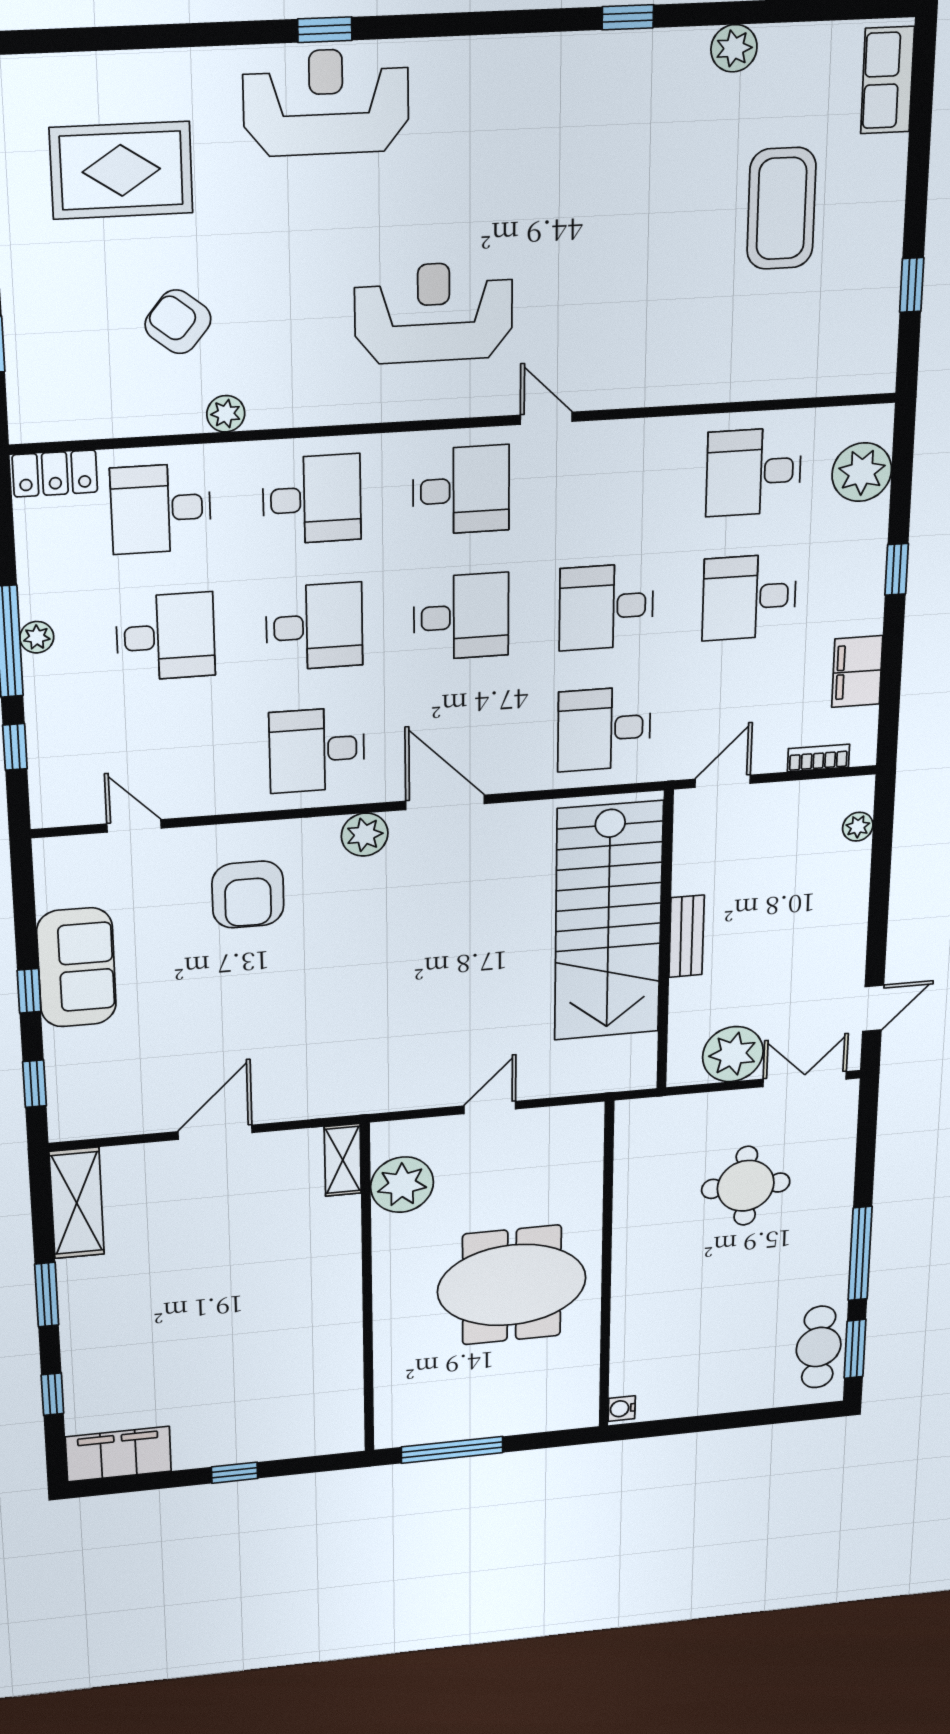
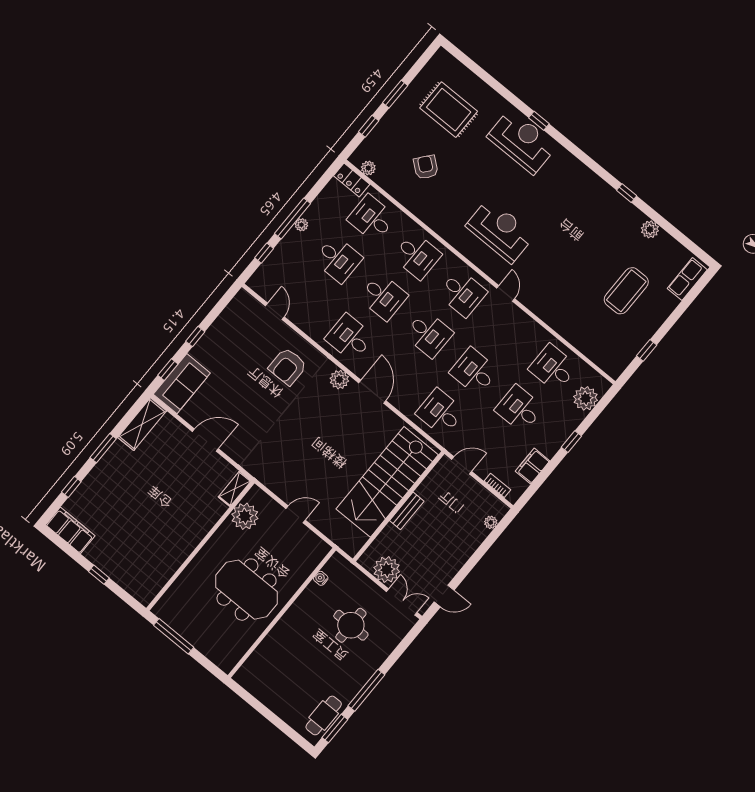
plant: (226, 414) -> (368, 168), moved
sofa: (76, 967) -> (182, 384), moved
water cooler: (622, 1409) -> (321, 578), moved

